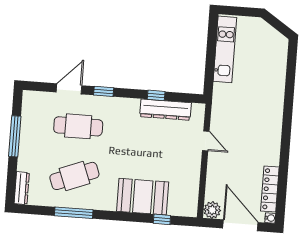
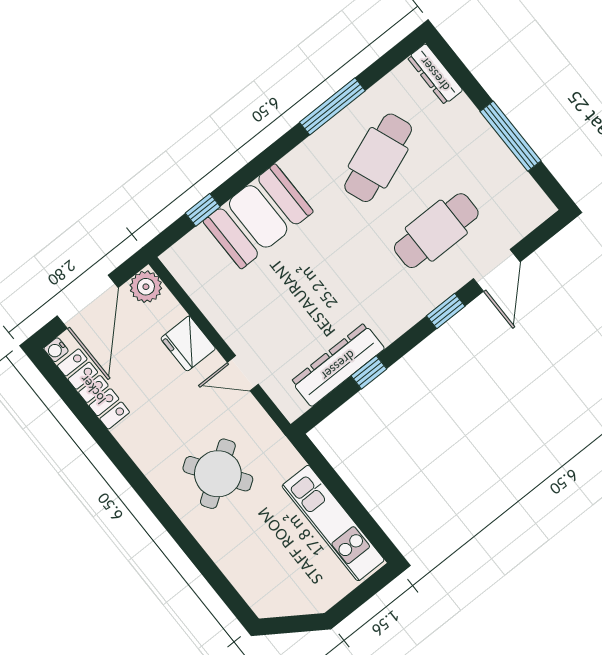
round table: (252, 111) -> (218, 474), added
fridge: (216, 172) -> (188, 343), added
door: (240, 225) -> (88, 302), hinge flipped

